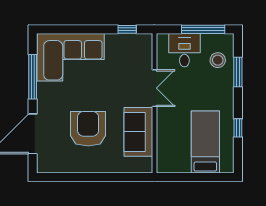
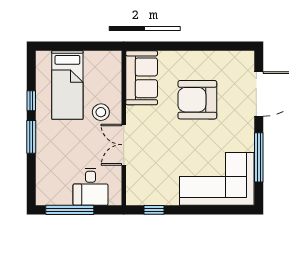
stool: (218, 60) -> (101, 112), moved
window: (238, 72) -> (31, 137), moved
armchair: (88, 129) -> (197, 100), turned 90
sofa: (138, 132) -> (142, 78), moved

